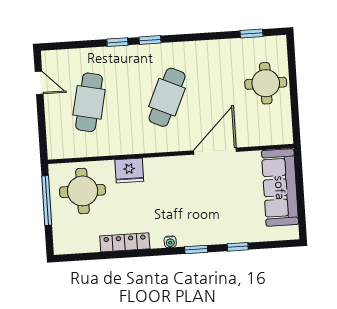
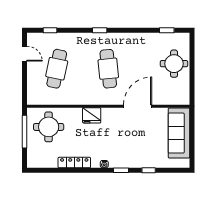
window: (117, 42) -> (50, 30), moved
cafe table: (167, 97) -> (108, 69), turned -30
fridge: (129, 171) -> (92, 115), moved

